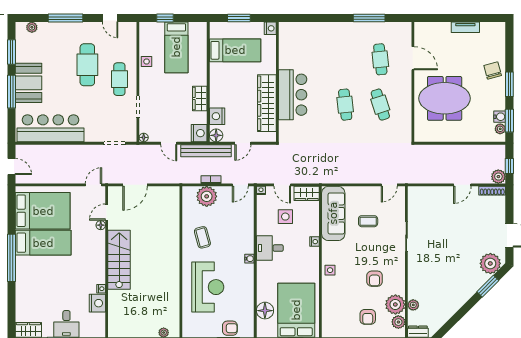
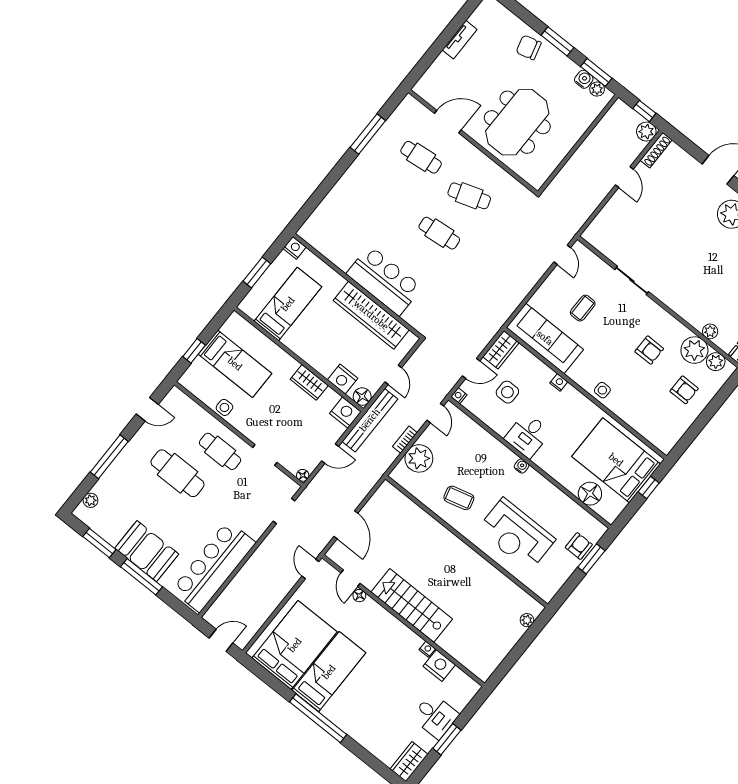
reception desk: (208, 287) -> (516, 534), turned 180

